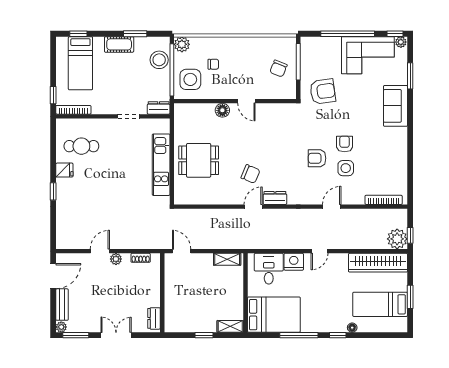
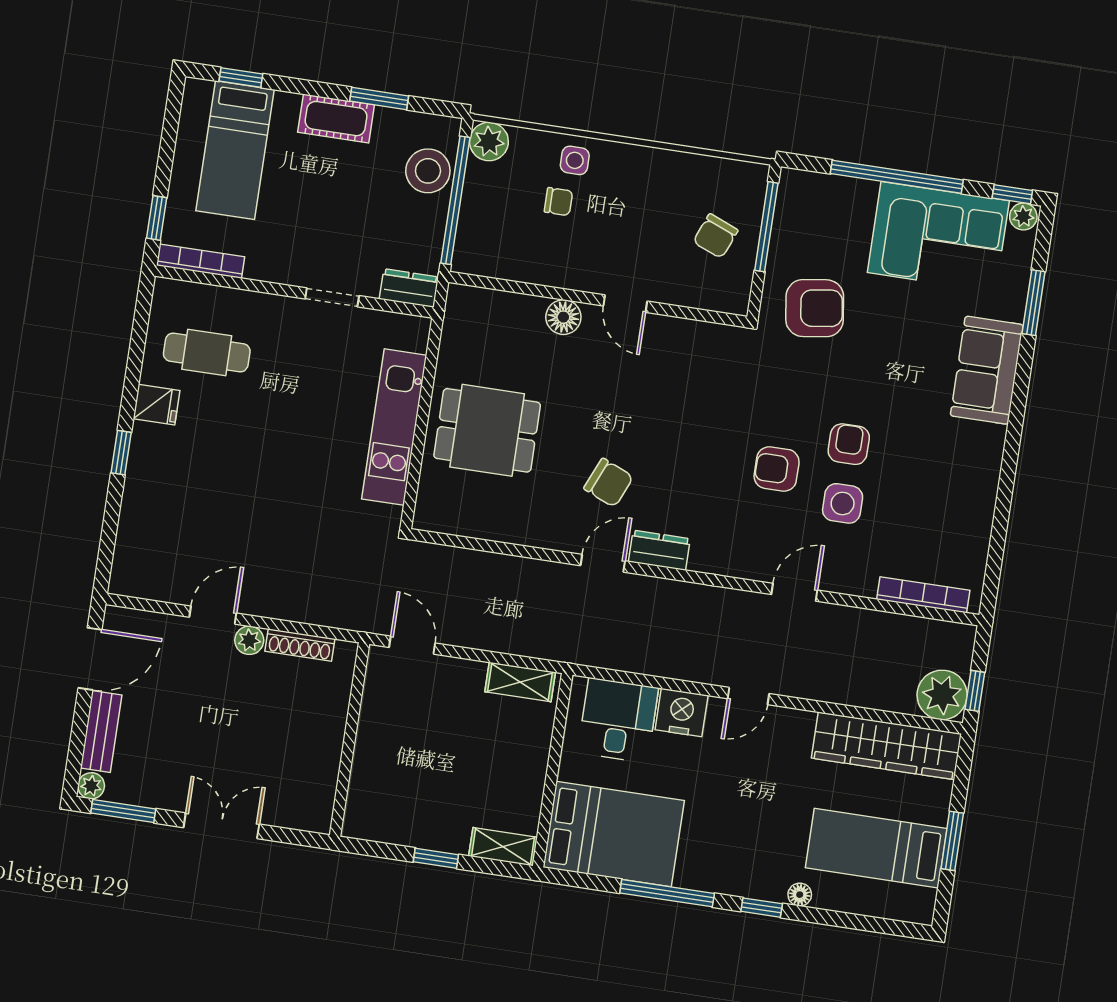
side table: (190, 79) -> (575, 160), moved, width x0.54, depth x0.54
shoe rack: (141, 258) -> (300, 645), width x1.43
dresser: (154, 318) -> (320, 799), removed

